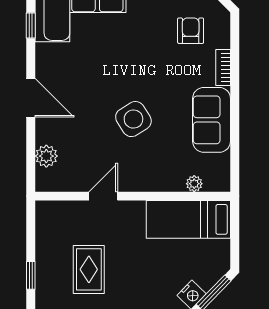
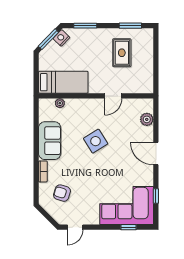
armchair: (191, 31) -> (62, 193), turned 107
window: (31, 275) -> (156, 49), removed

